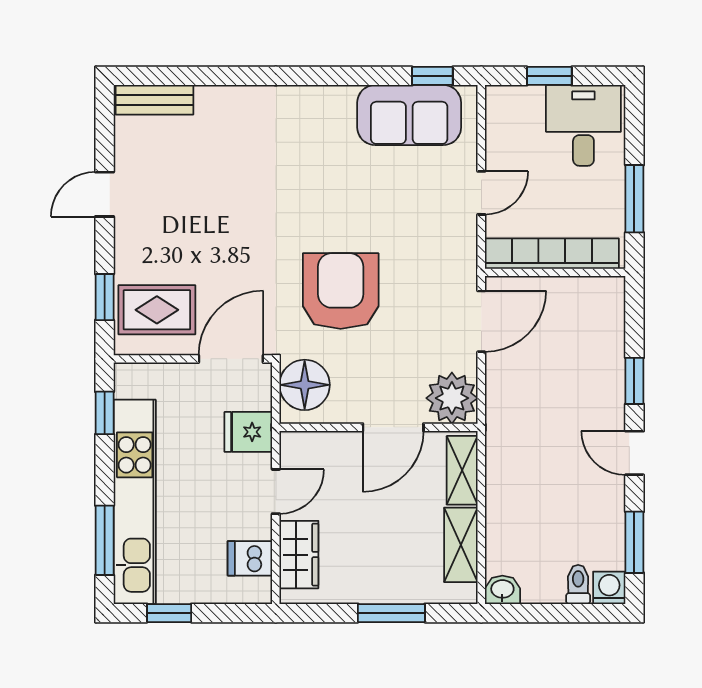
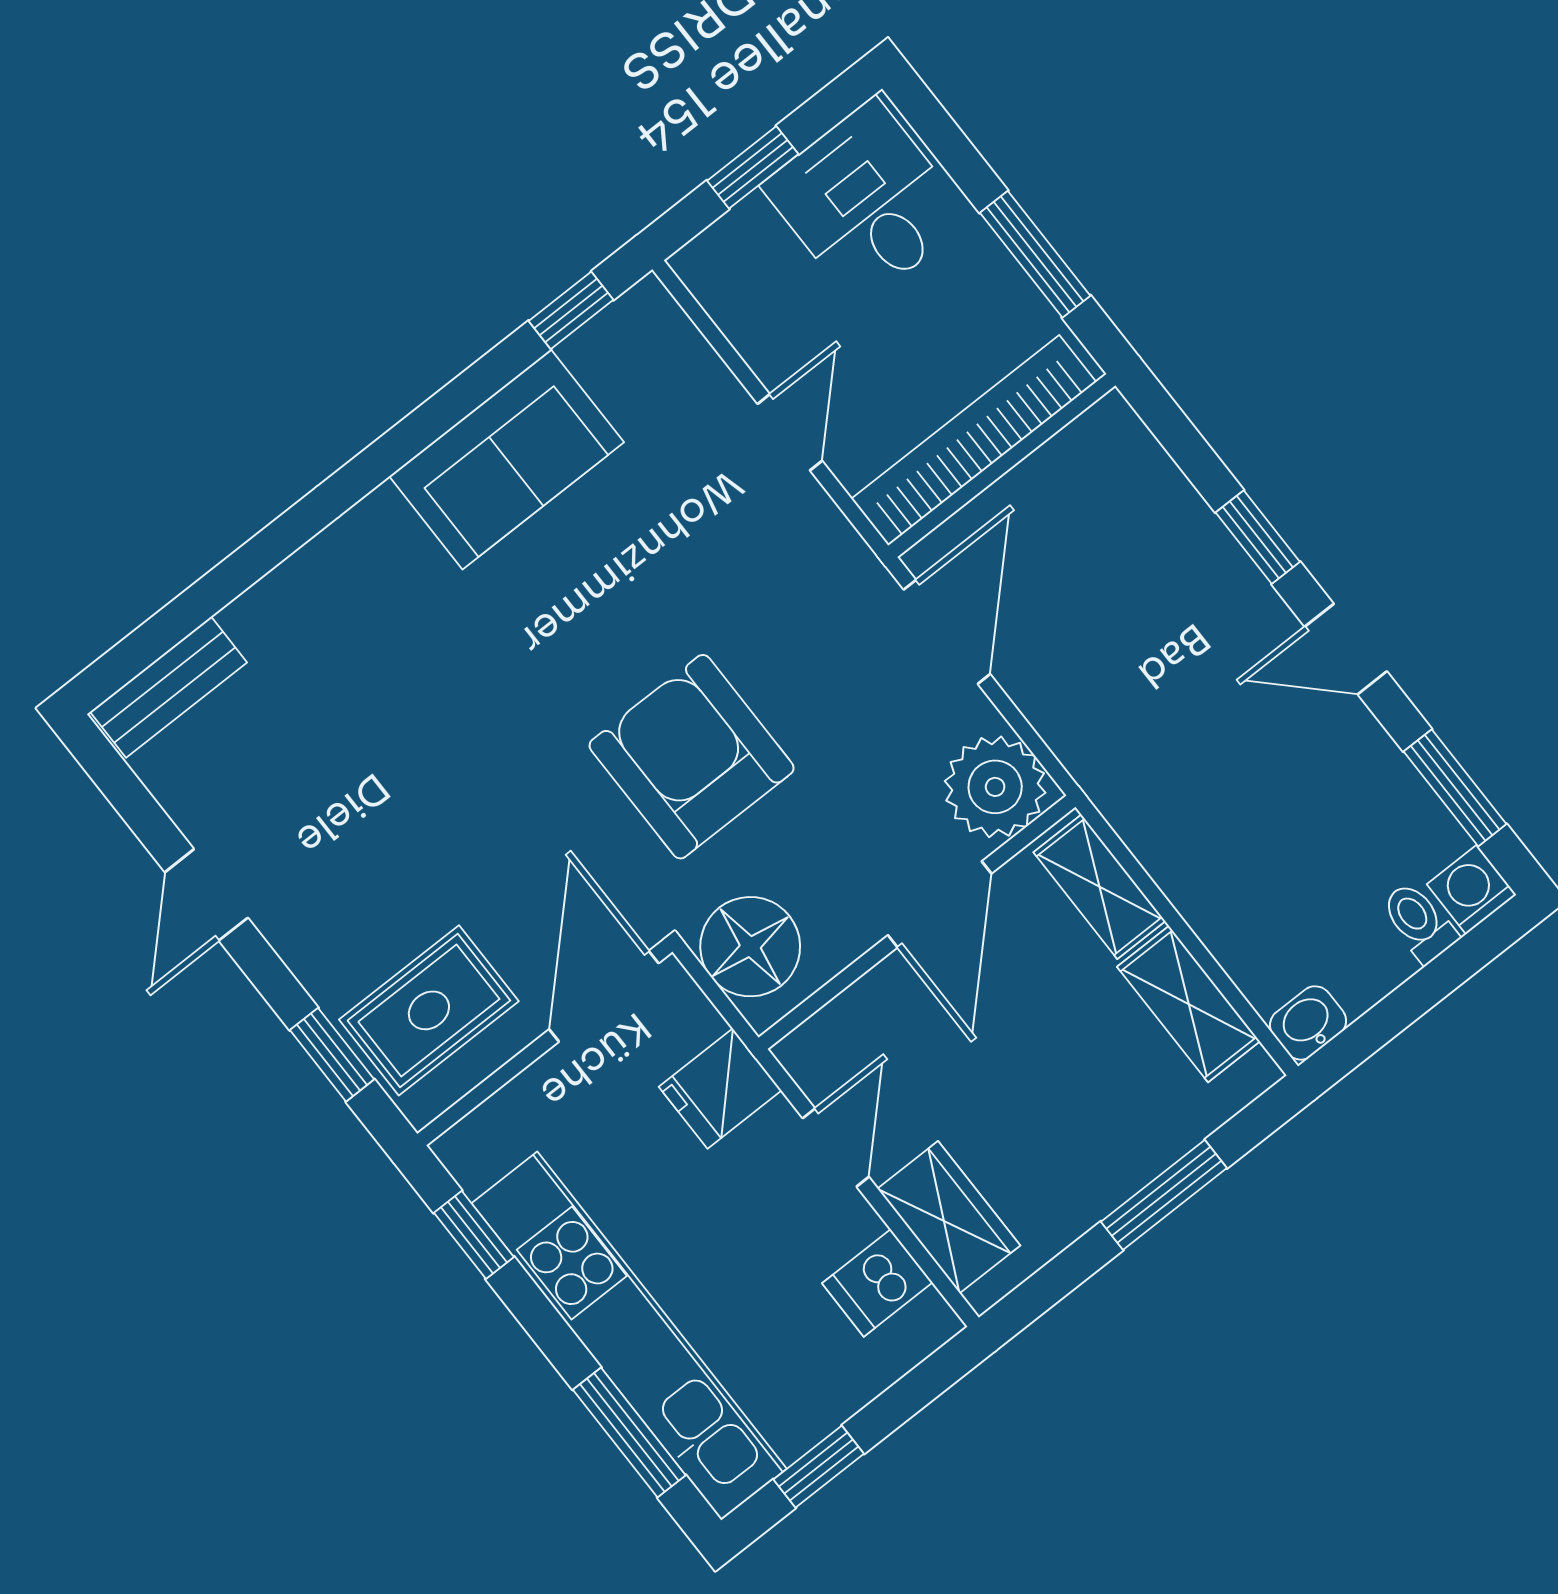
sofa: (409, 115) -> (507, 459), moved

